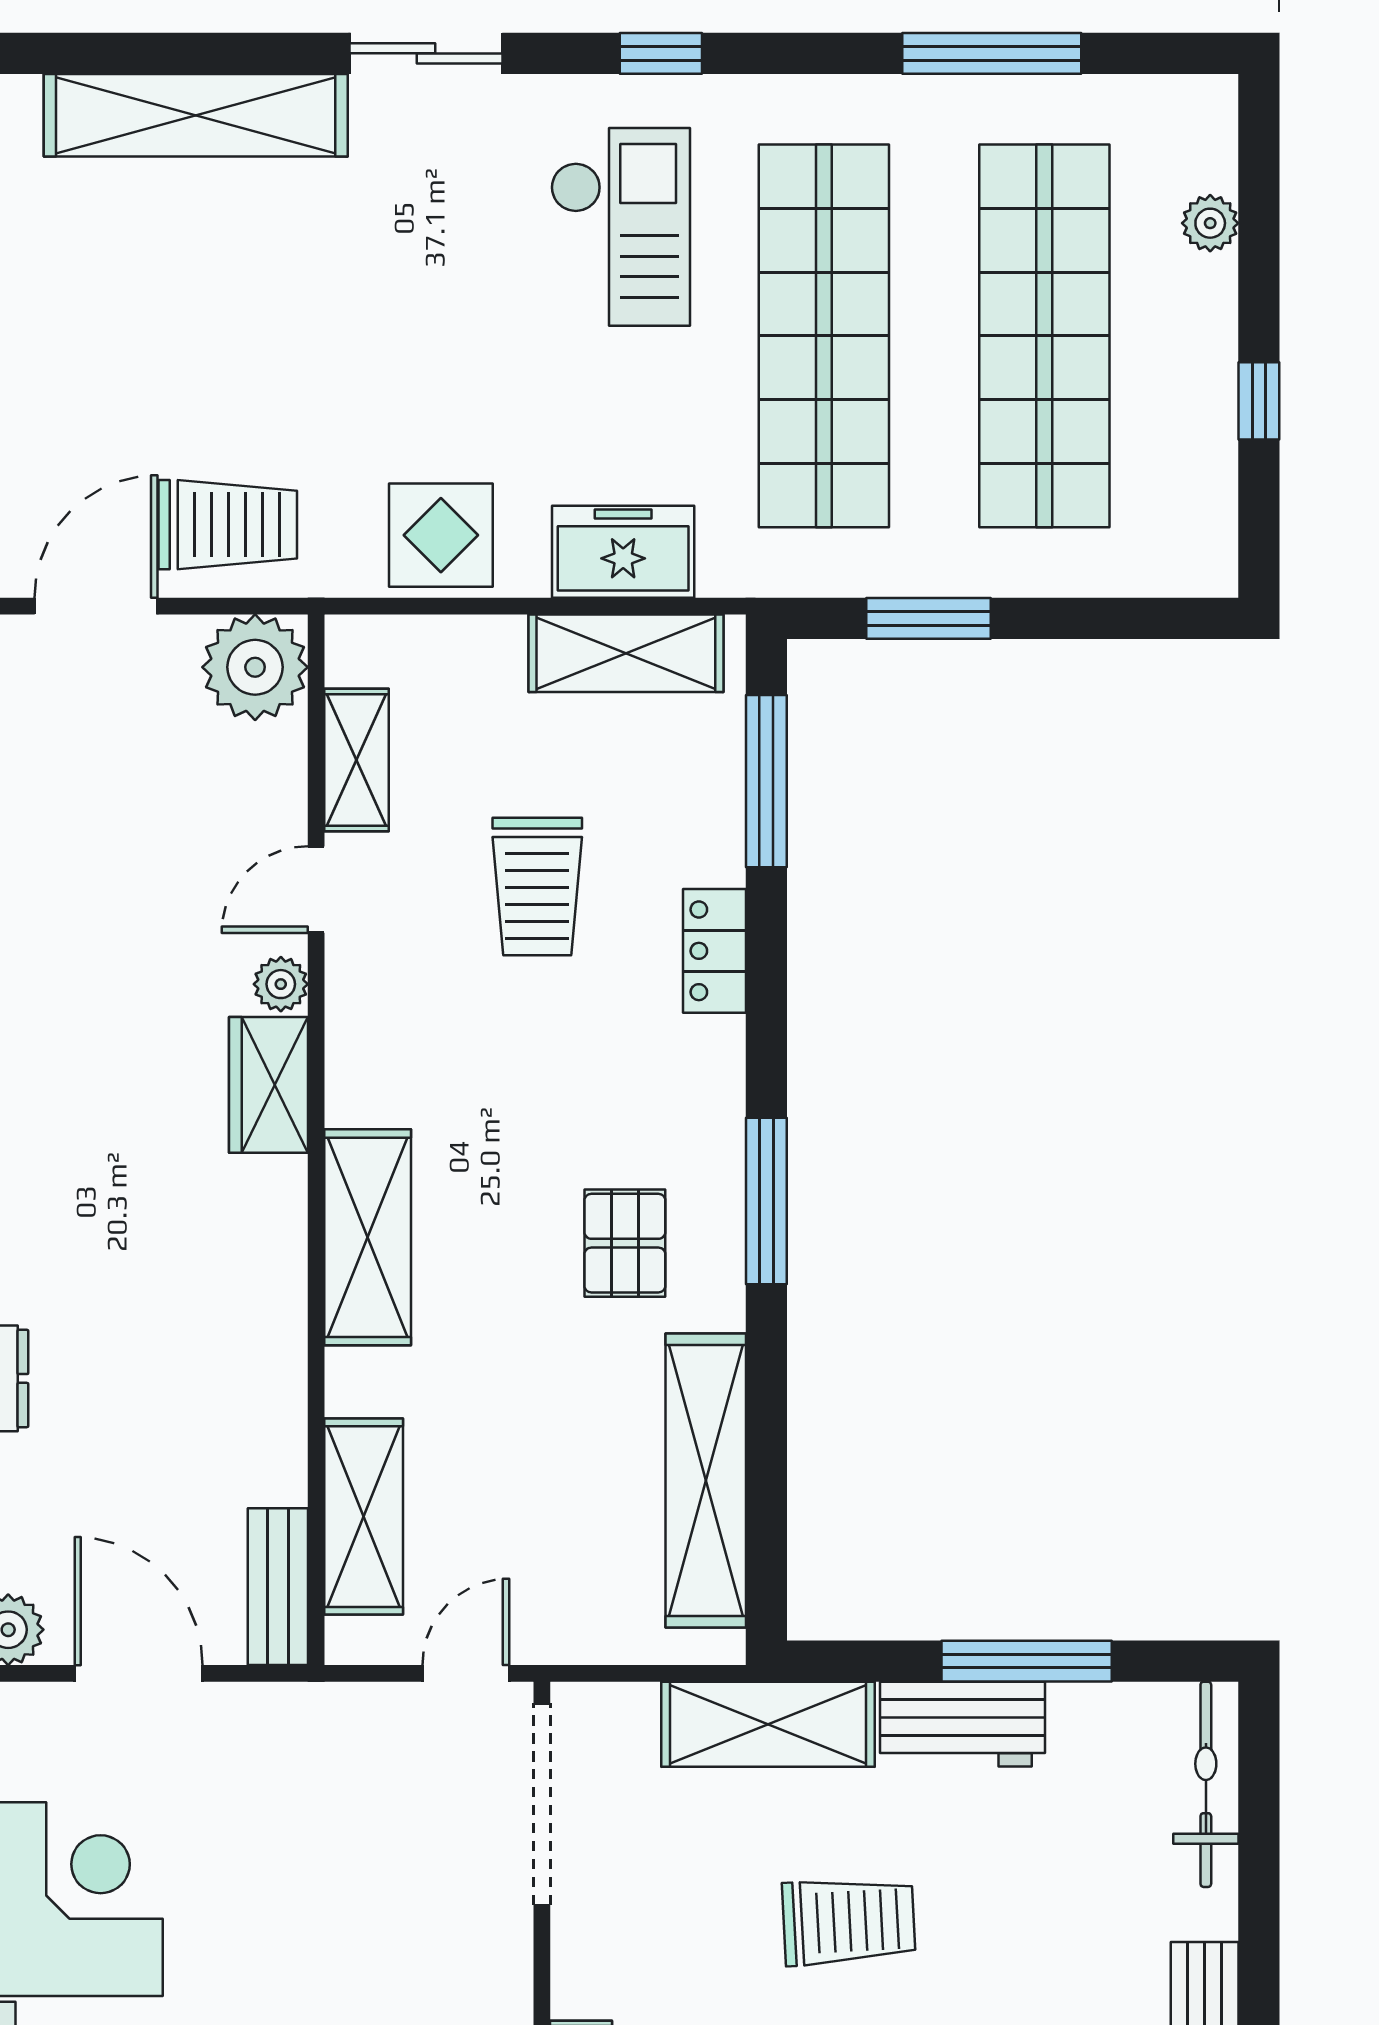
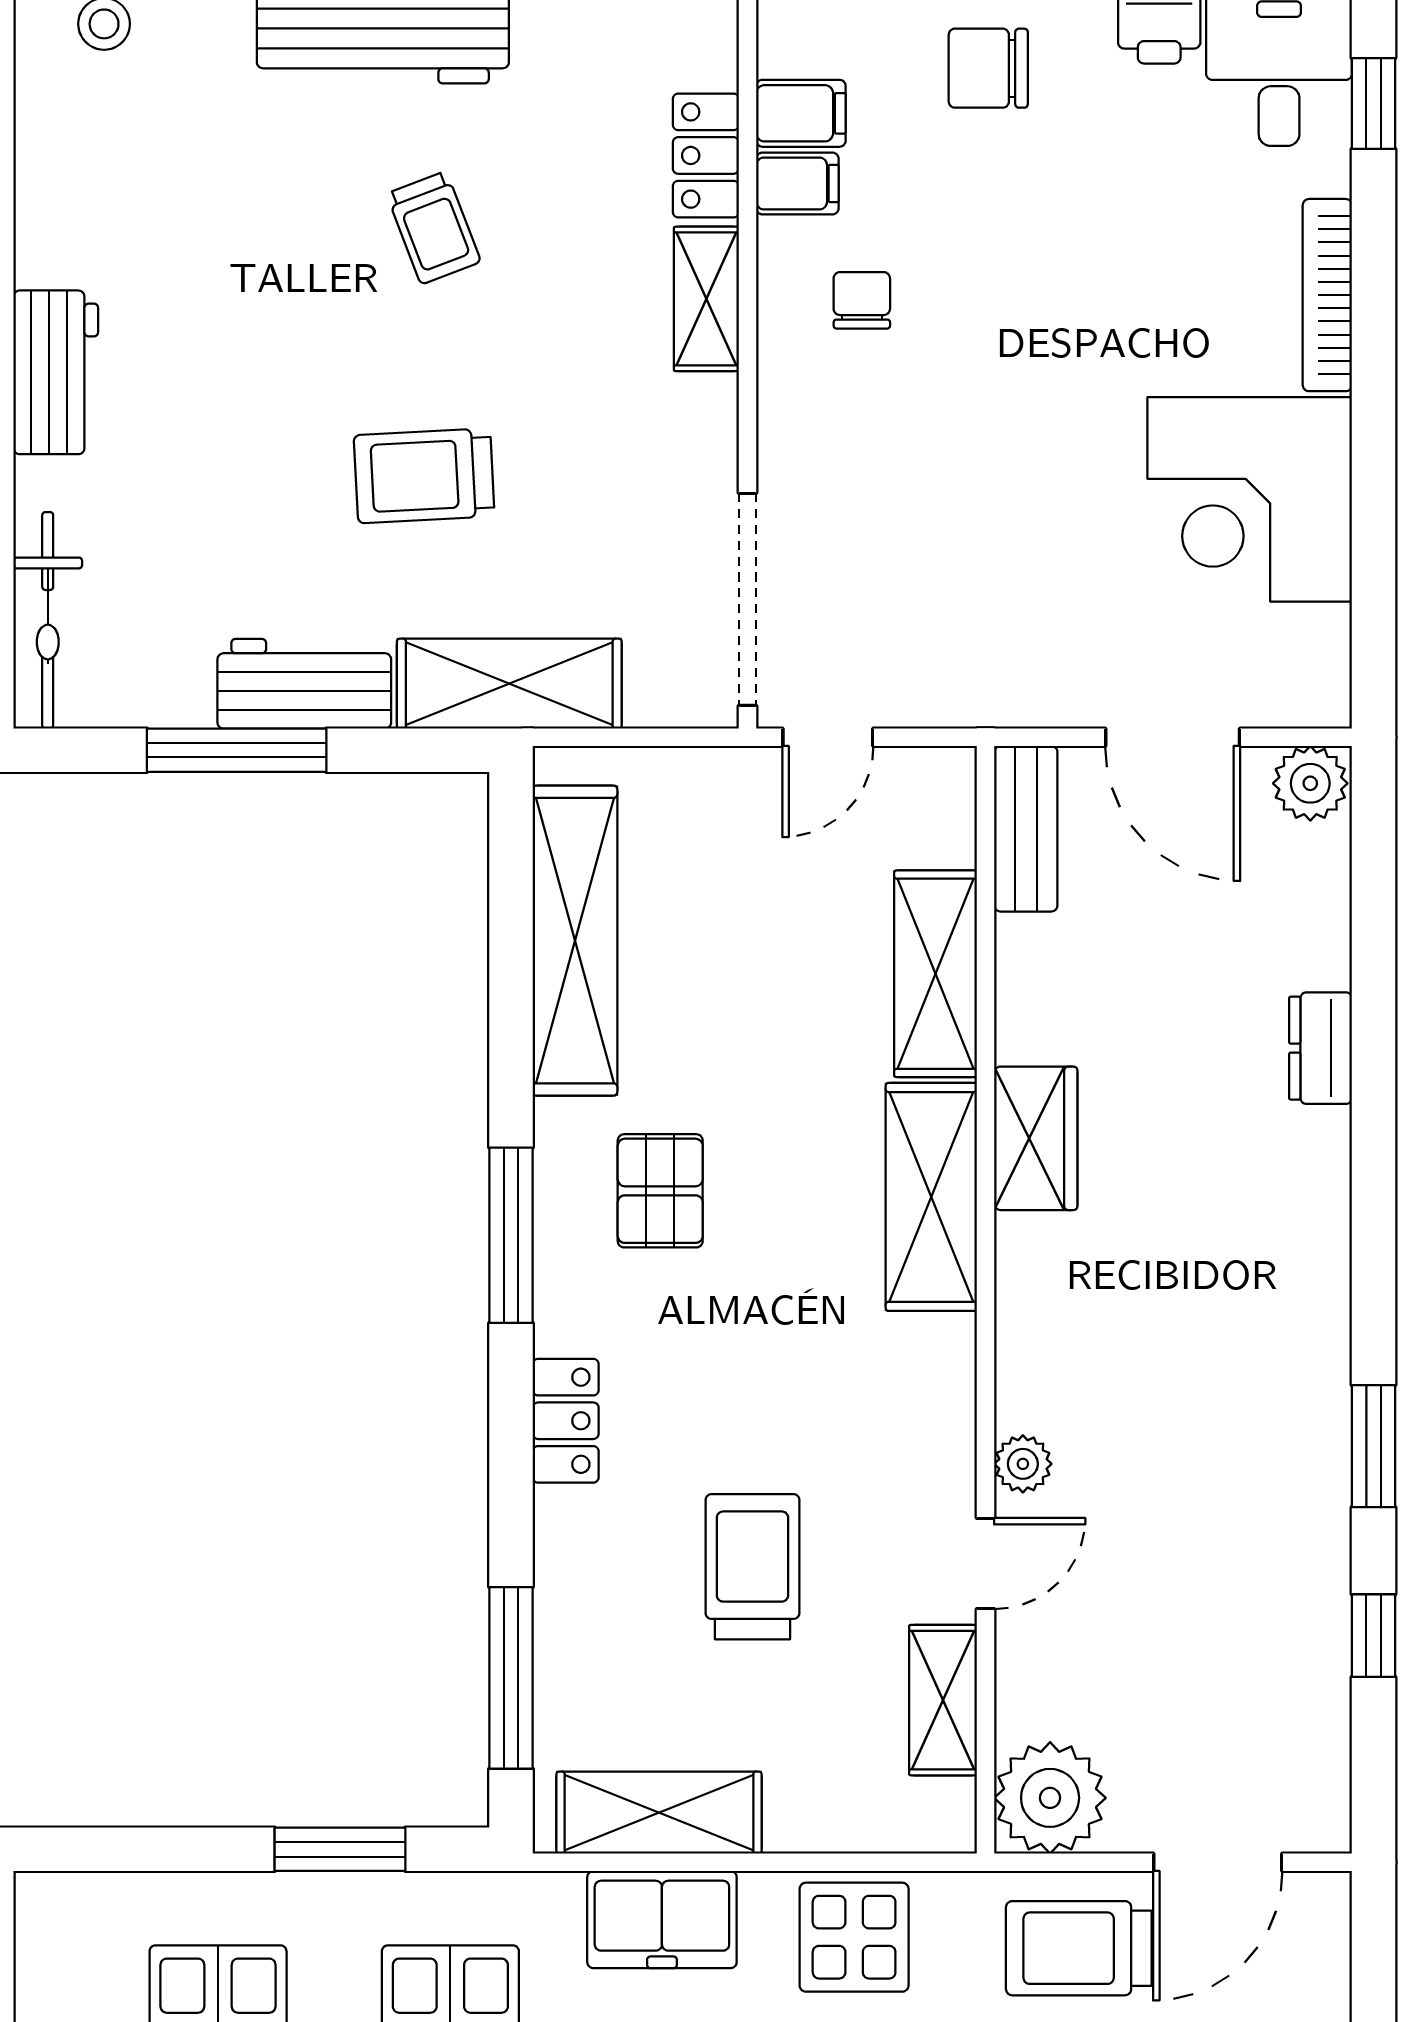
locker: (714, 951) -> (566, 1421), moved
wardrobe: (268, 1085) -> (1036, 1138), moved
shelving: (364, 1517) -> (936, 974), moved

